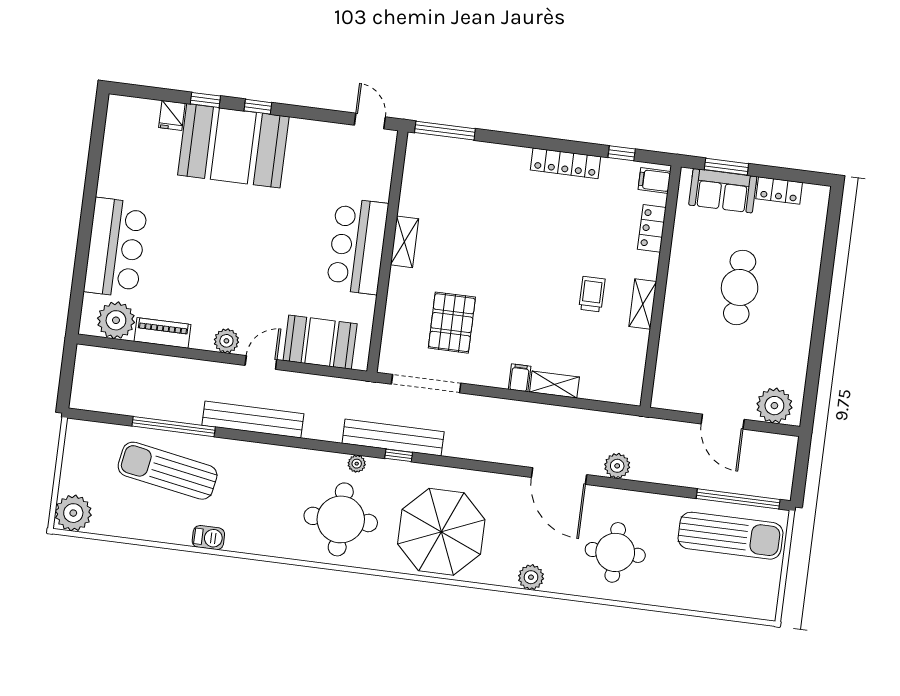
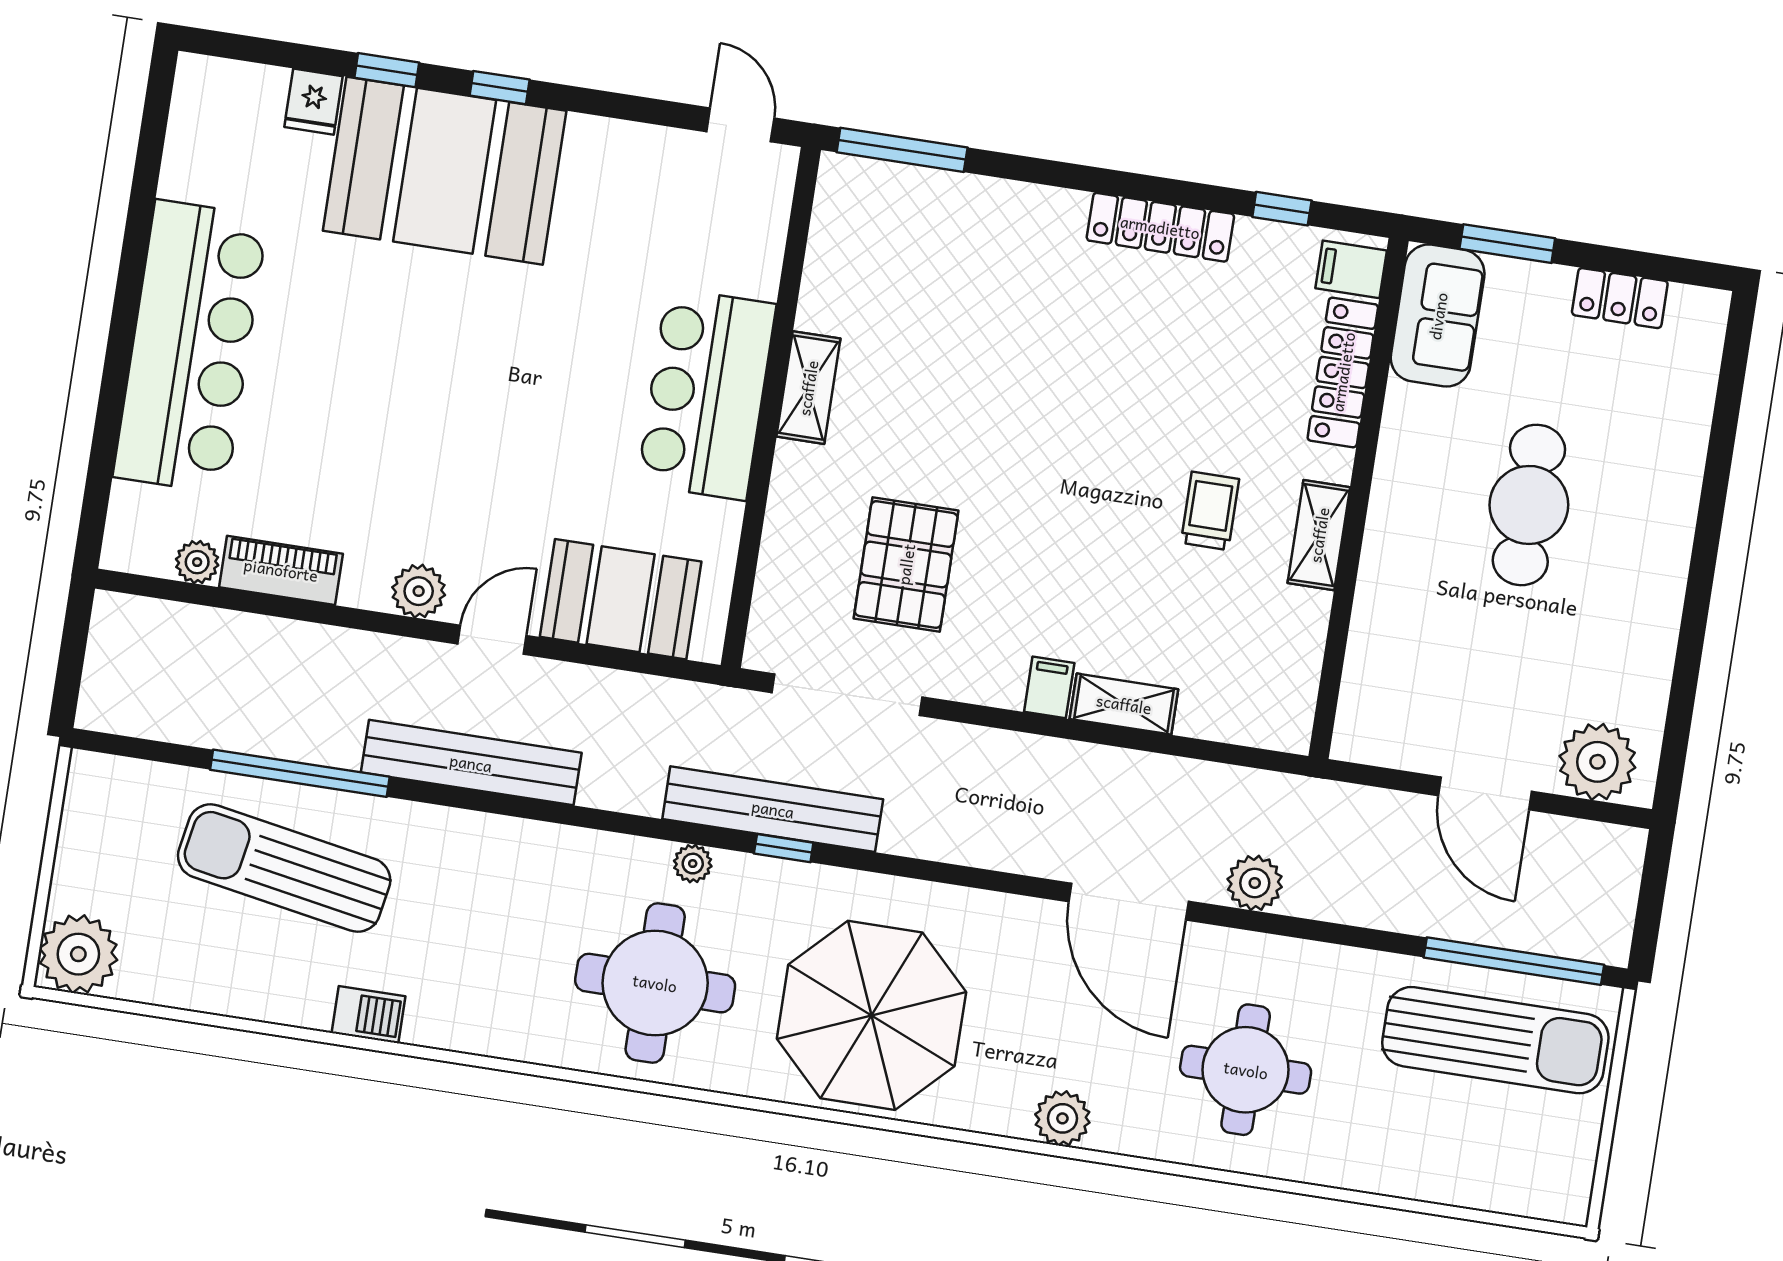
sofa: (723, 191) -> (1438, 316), moved, turned -90
locker: (652, 228) -> (1343, 372), width x1.53
bar counter: (116, 248) -> (191, 347), width x1.36
plant: (116, 320) -> (197, 562), width x0.53, depth x0.53

